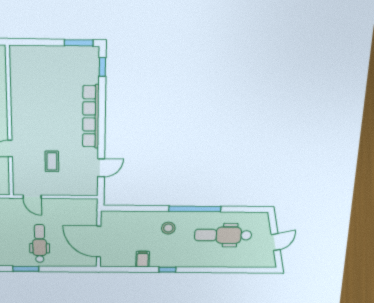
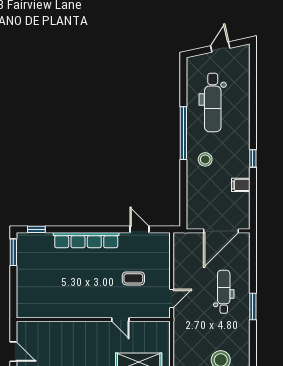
door: (276, 242) -> (220, 47), hinge flipped
dental chair: (40, 244) -> (224, 292), turned 90

